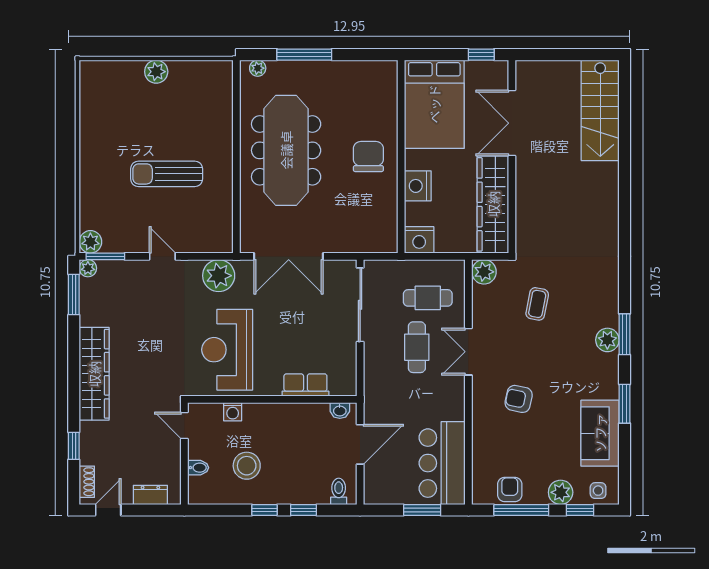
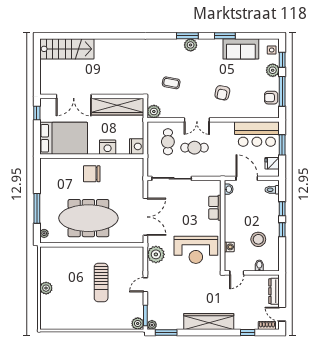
fridge: (388, 491) -> (272, 163), added
dresser: (150, 495) -> (274, 291), width x1.44

